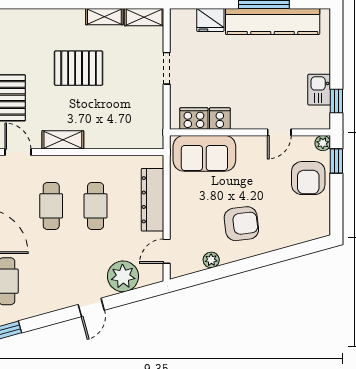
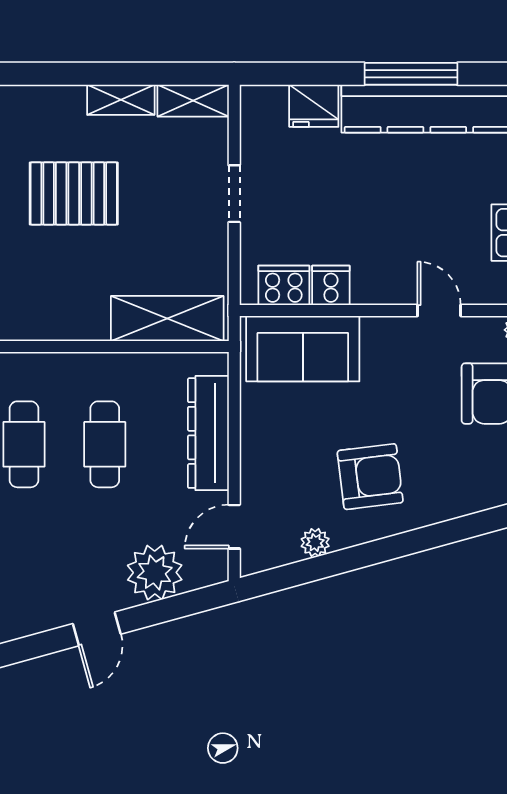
door: (279, 132) -> (439, 310), swing flipped
shelving: (63, 140) -> (167, 319), moved, width x1.50, depth x1.33

